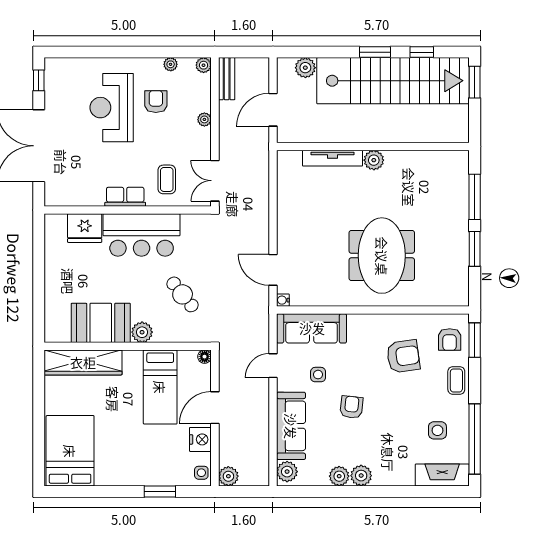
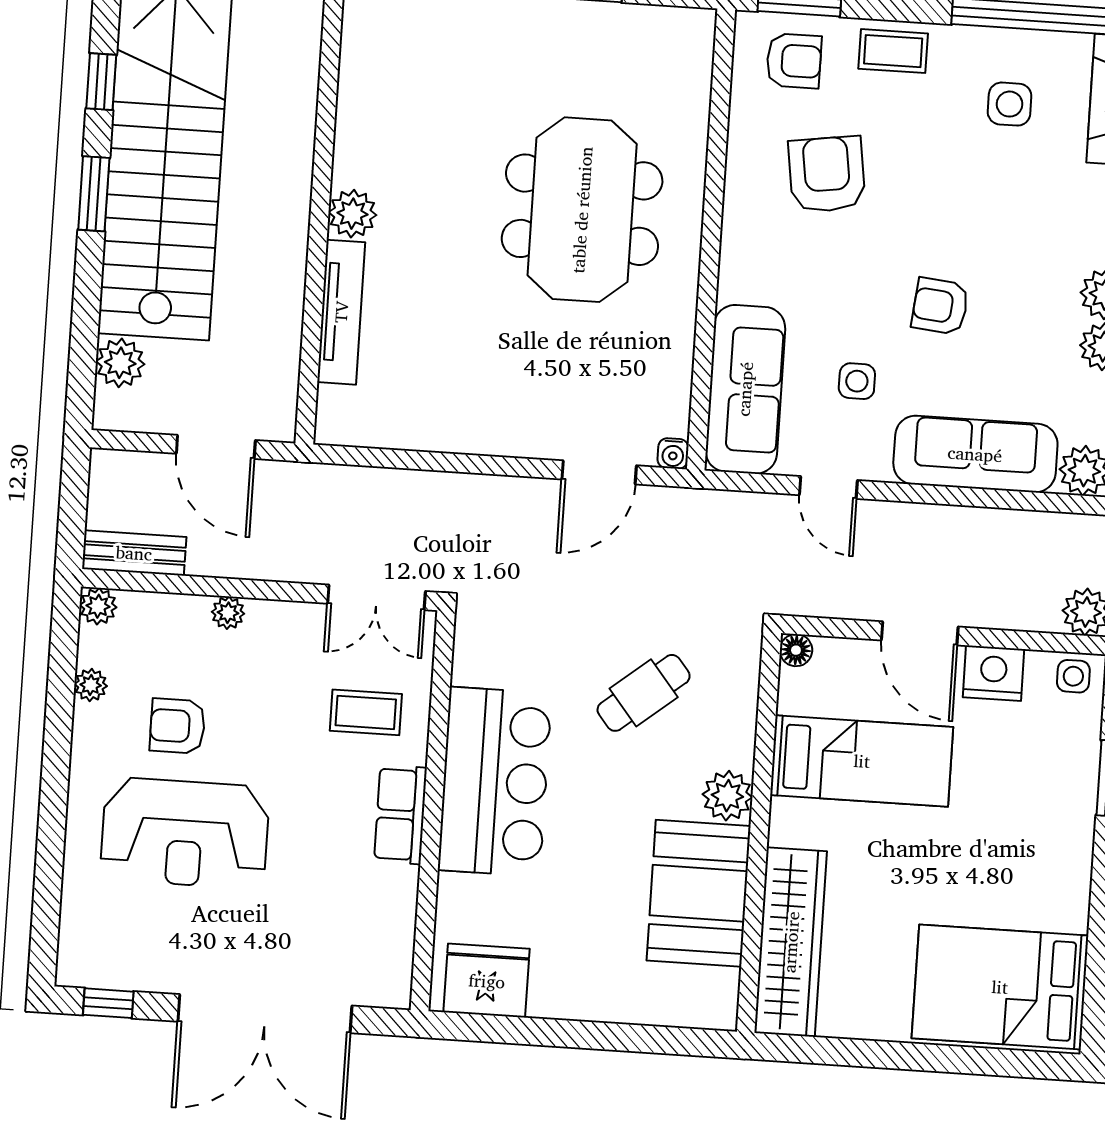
fridge: (85, 228) -> (487, 981), moved, turned -90
meeting table: (382, 256) -> (582, 210), turned 90

